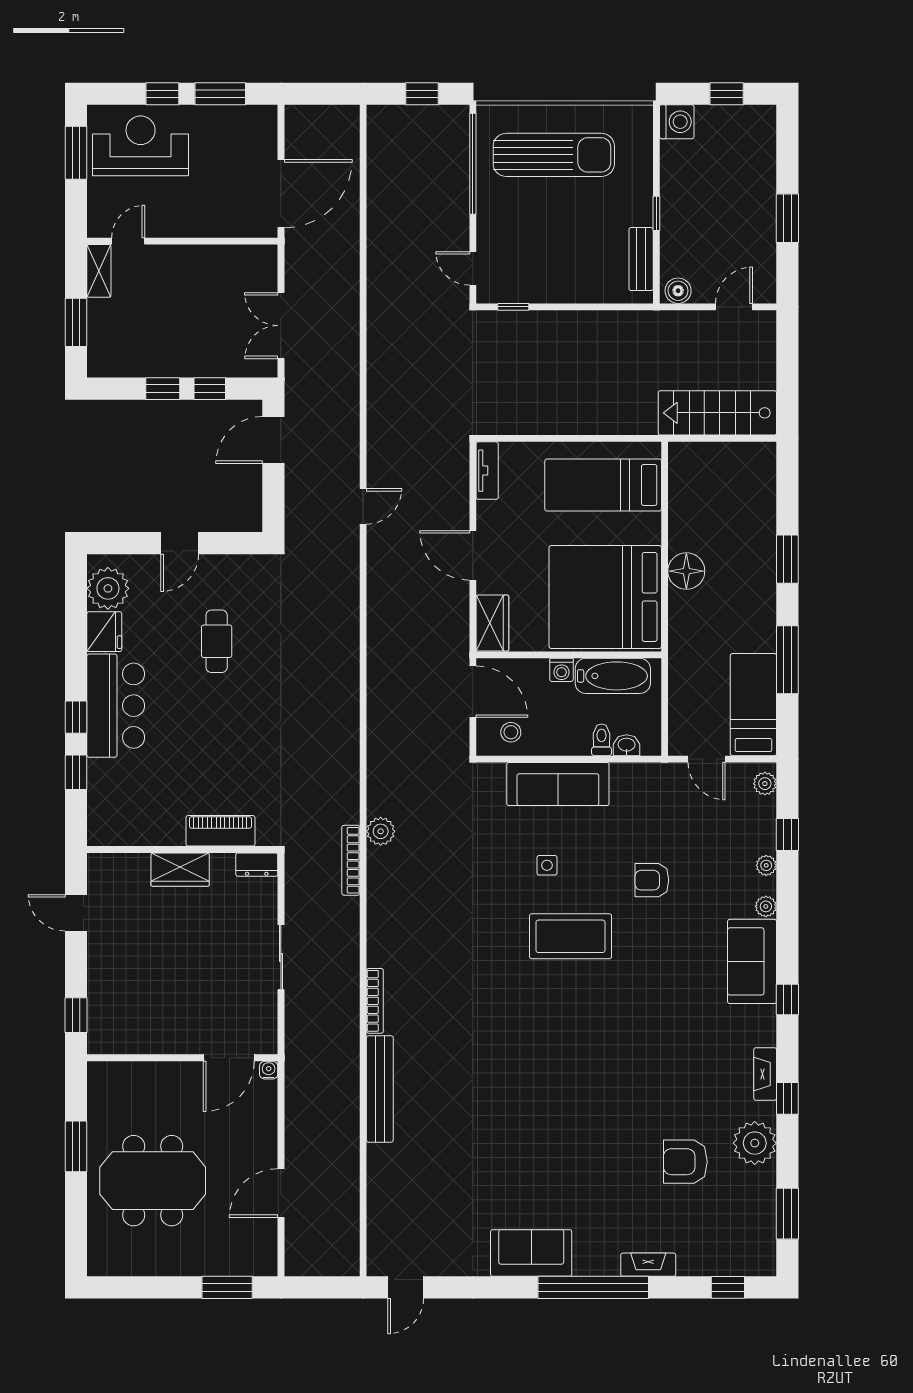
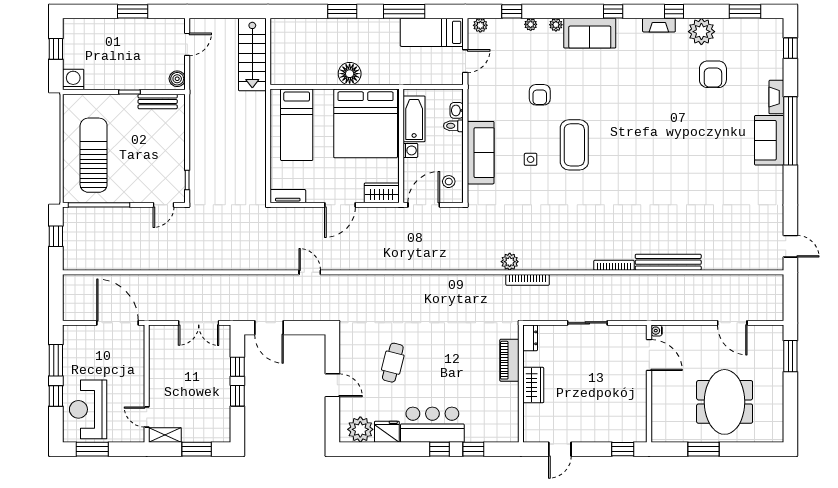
door: (734, 307) -> (187, 44), swing flipped
cafe table: (217, 641) -> (393, 363), turned -76
sofa: (531, 1253) -> (769, 140), moved

